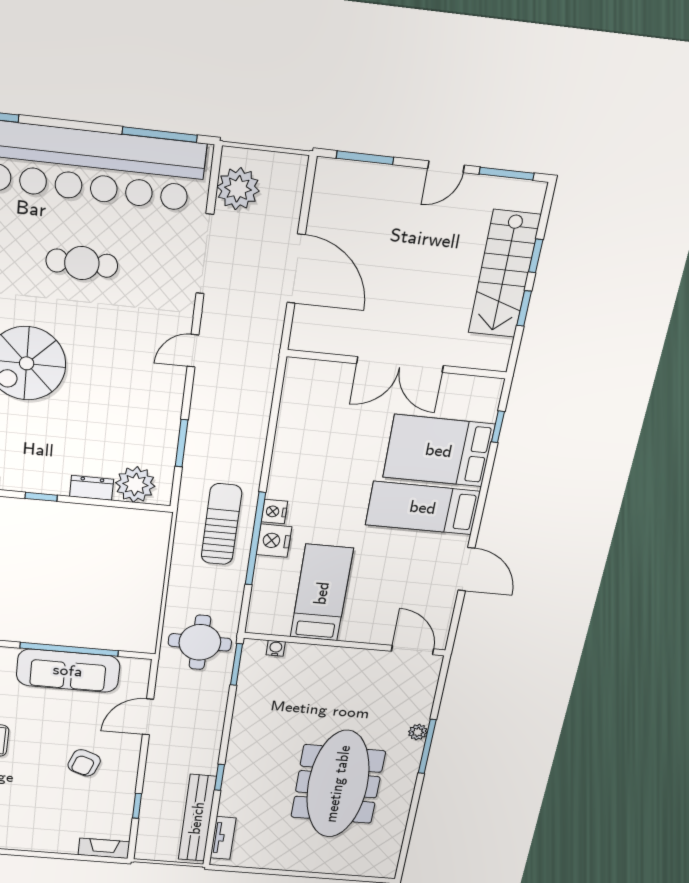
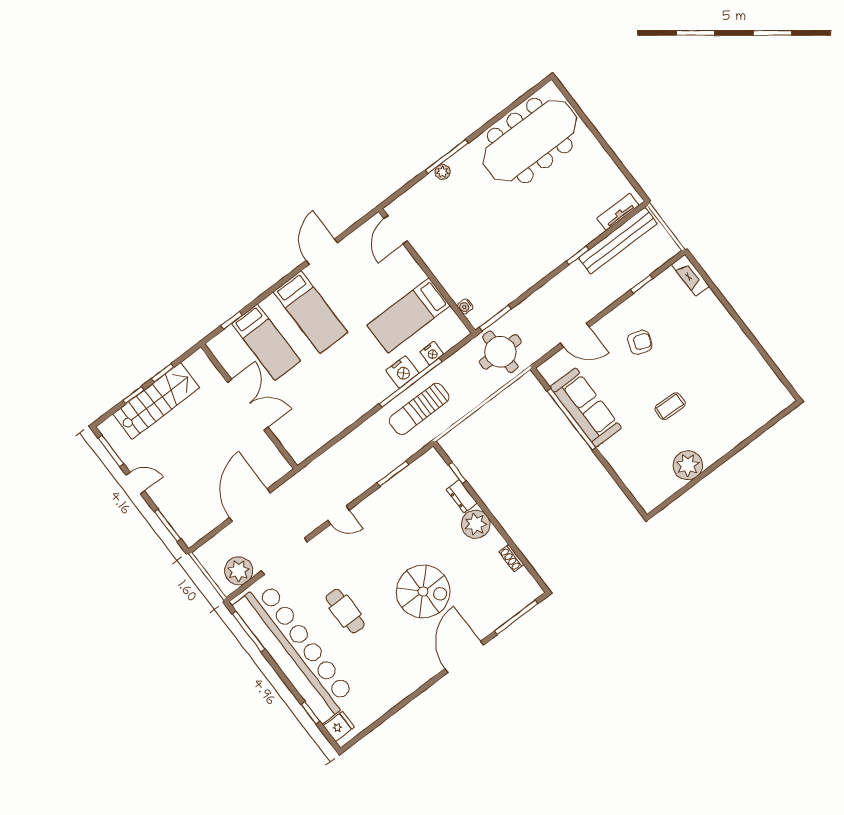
bed: (439, 451) -> (266, 342), width x0.67
plant: (135, 485) -> (476, 524), moved
window: (41, 497) -> (457, 473), moved
nightstand: (274, 512) -> (432, 353), moved
meeting table: (338, 784) -> (530, 141), moved

